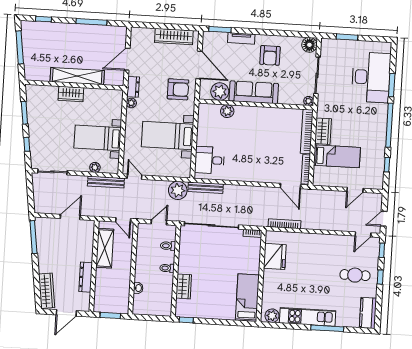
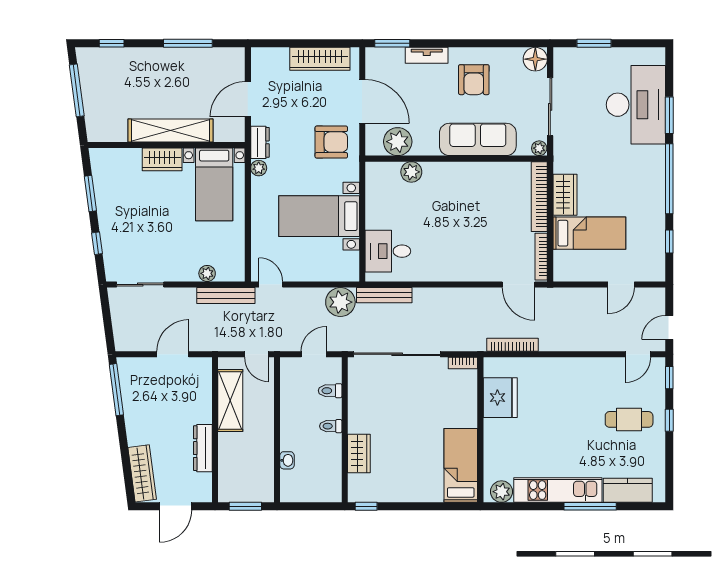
sofa: (254, 92) -> (478, 139), moved
bed with nightstands: (98, 138) -> (214, 184), moved, turned -90
kitchen counter: (368, 313) -> (628, 490), moved, turned 90

